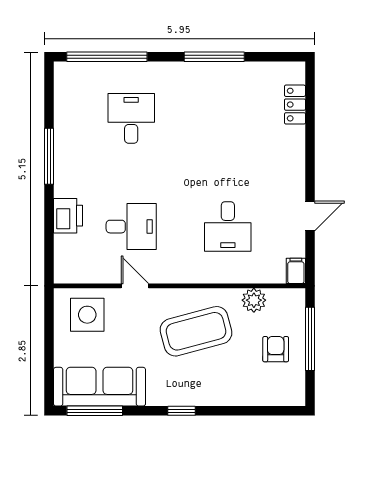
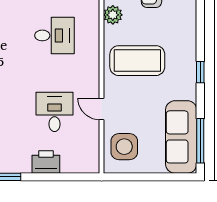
door: (135, 286) -> (101, 109), hinge flipped
coffee table: (196, 331) -> (137, 61), turned -75

